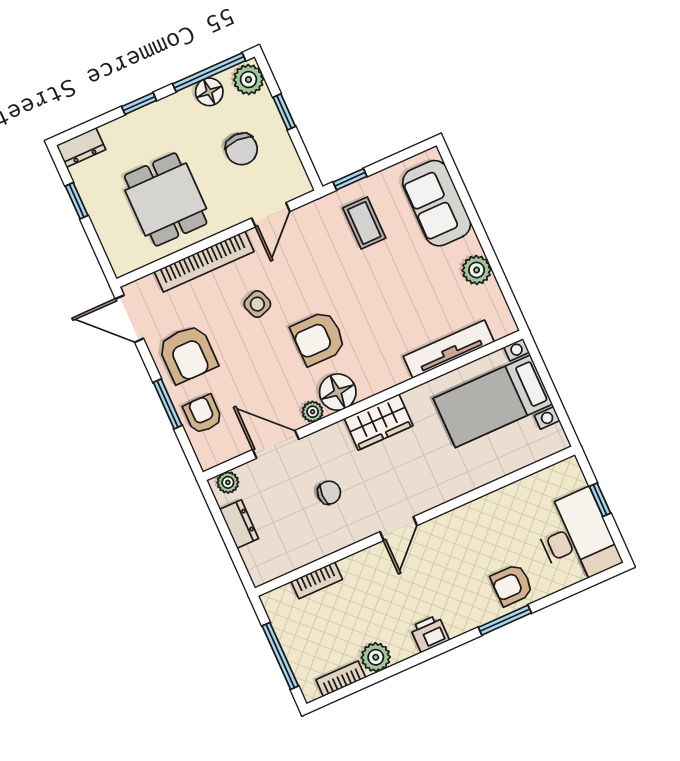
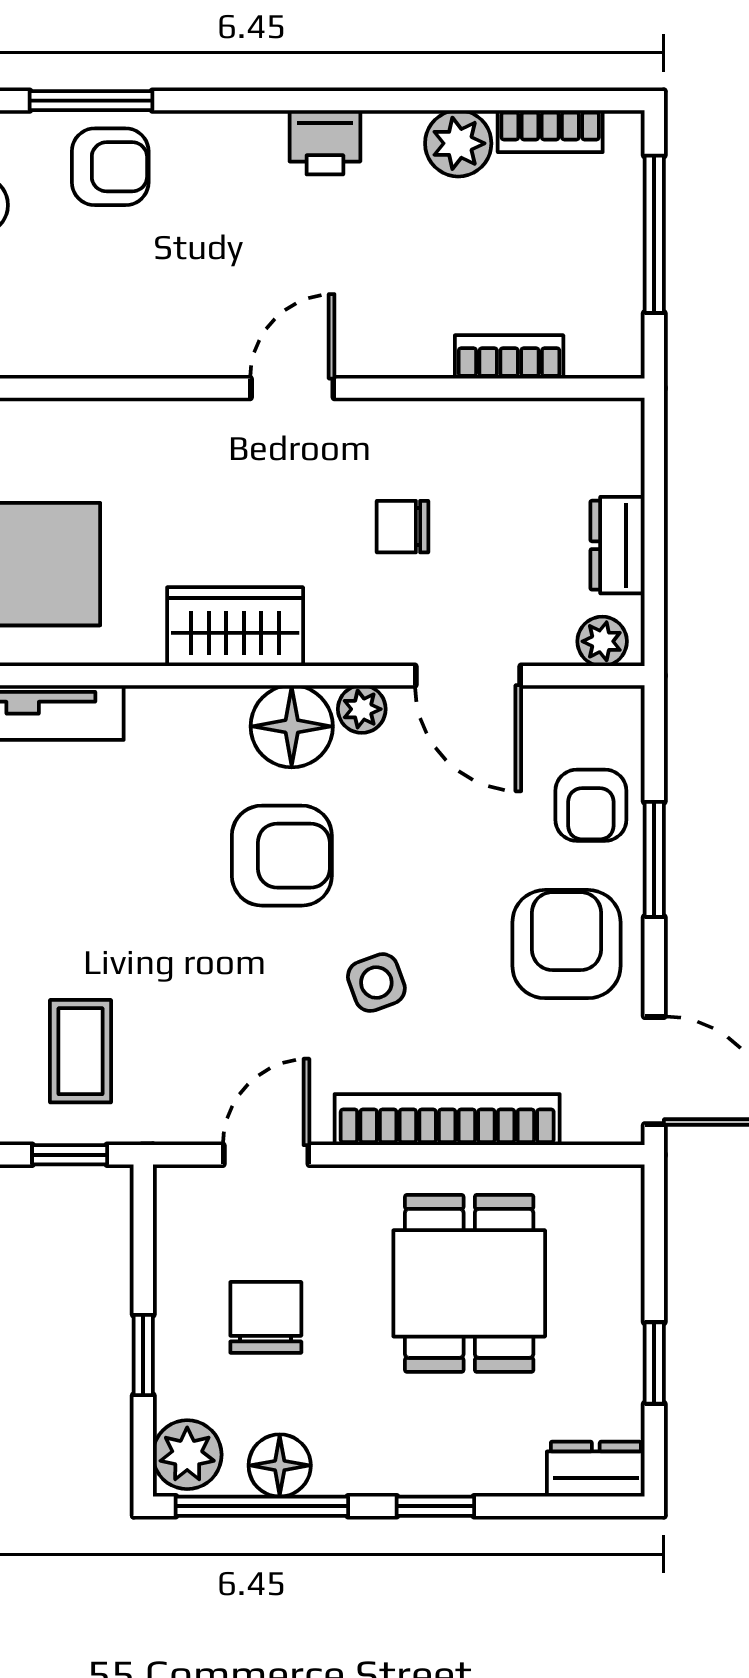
window: (505, 620) -> (91, 101), moved

